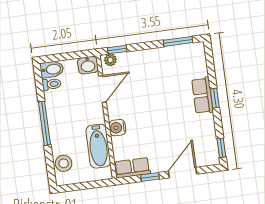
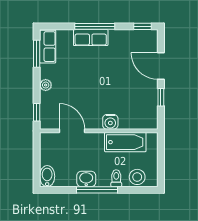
plant: (110, 60) -> (46, 85), moved
washbasin: (88, 65) -> (86, 179), moved, turned -90
toilet: (52, 84) -> (116, 178), moved
window: (215, 98) -> (95, 26), width x2.17
row of seats: (132, 168) -> (48, 47), moved, turned 180

